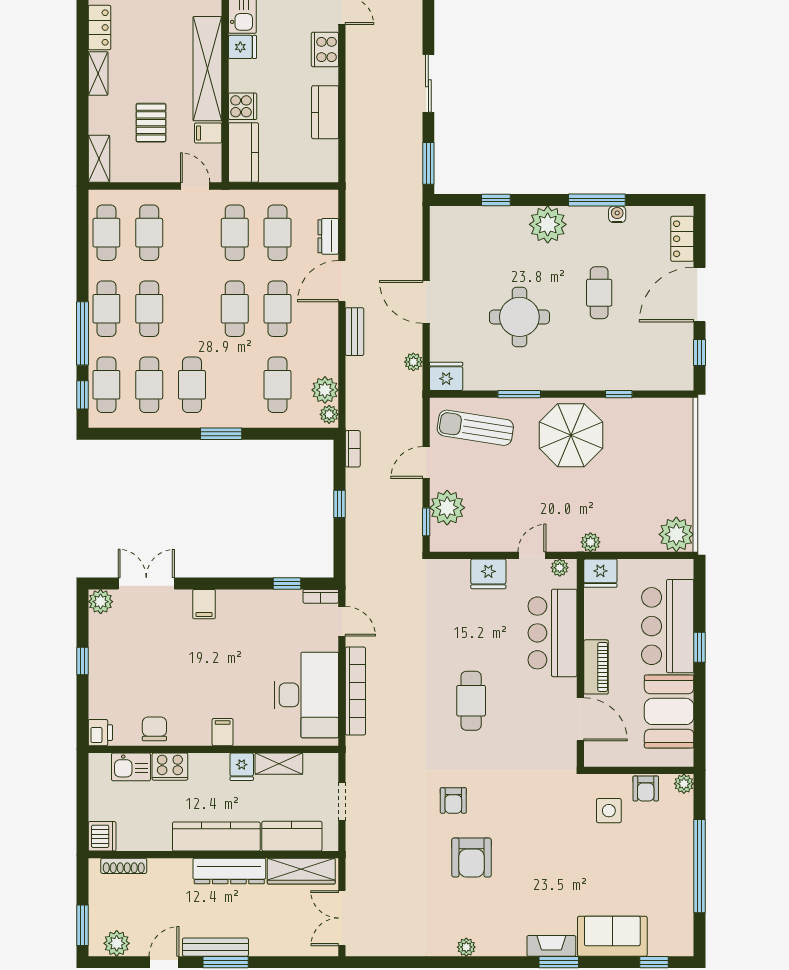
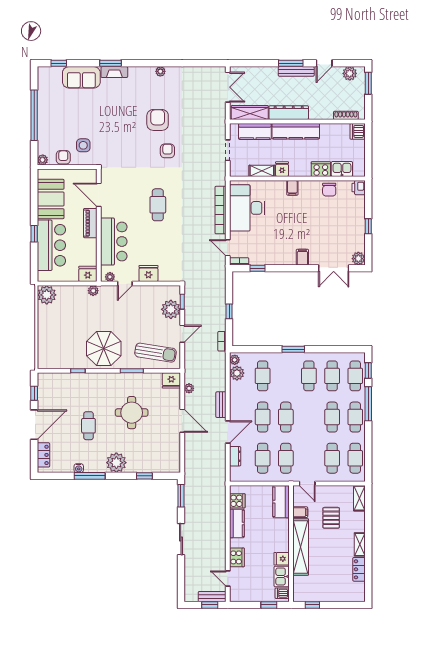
cooker: (243, 106) -> (237, 501), moved, turned 180

